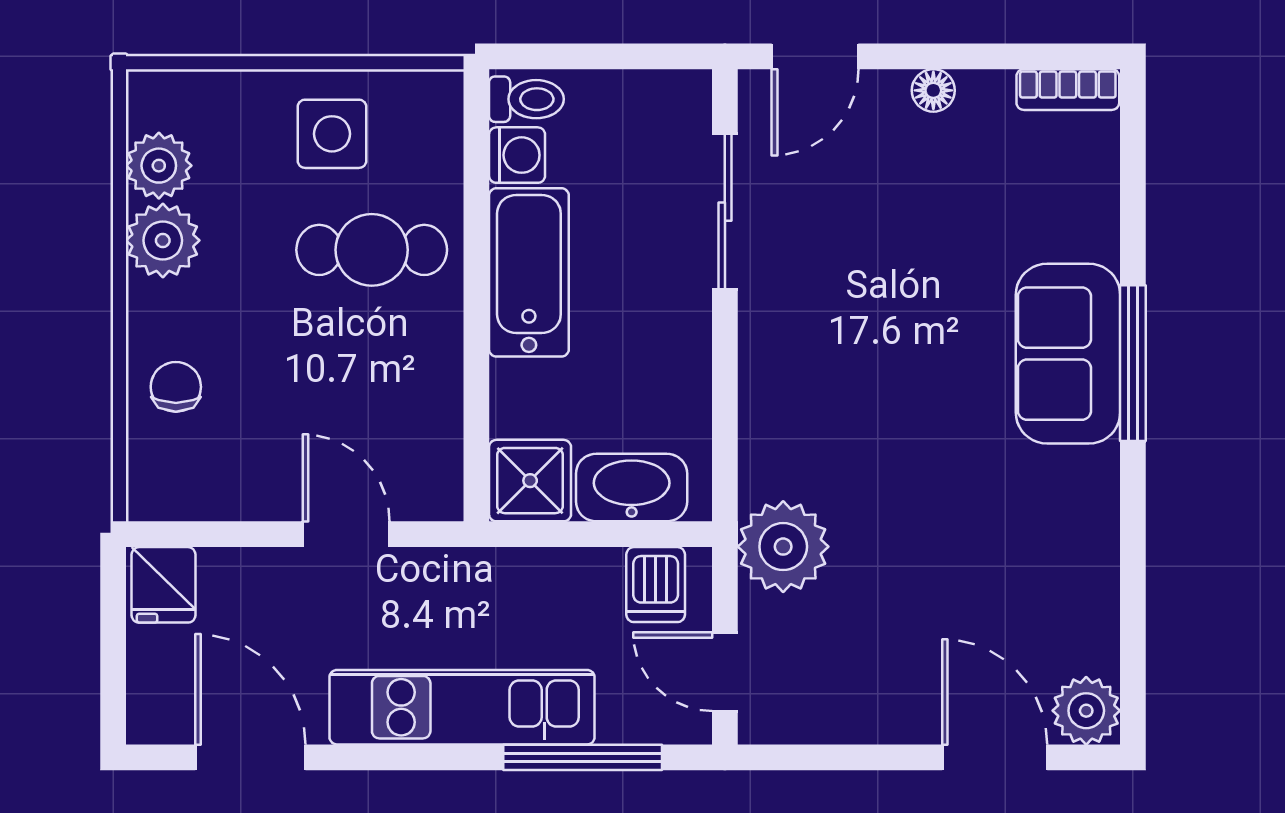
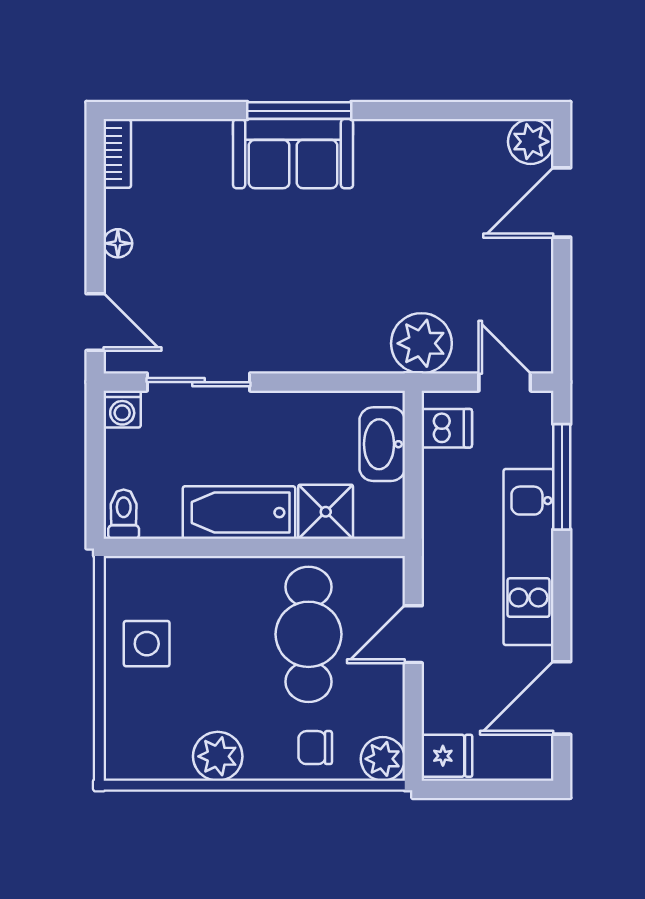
washing machine: (517, 155) -> (122, 409), moved, turned 180
plant: (159, 166) -> (383, 759), moved
cafe table: (372, 250) -> (309, 634), moved, width x1.37, depth x1.35
shower: (530, 481) -> (326, 512), moved
door: (725, 672) -> (505, 382), swing flipped

